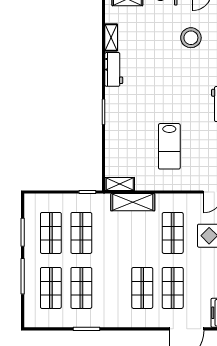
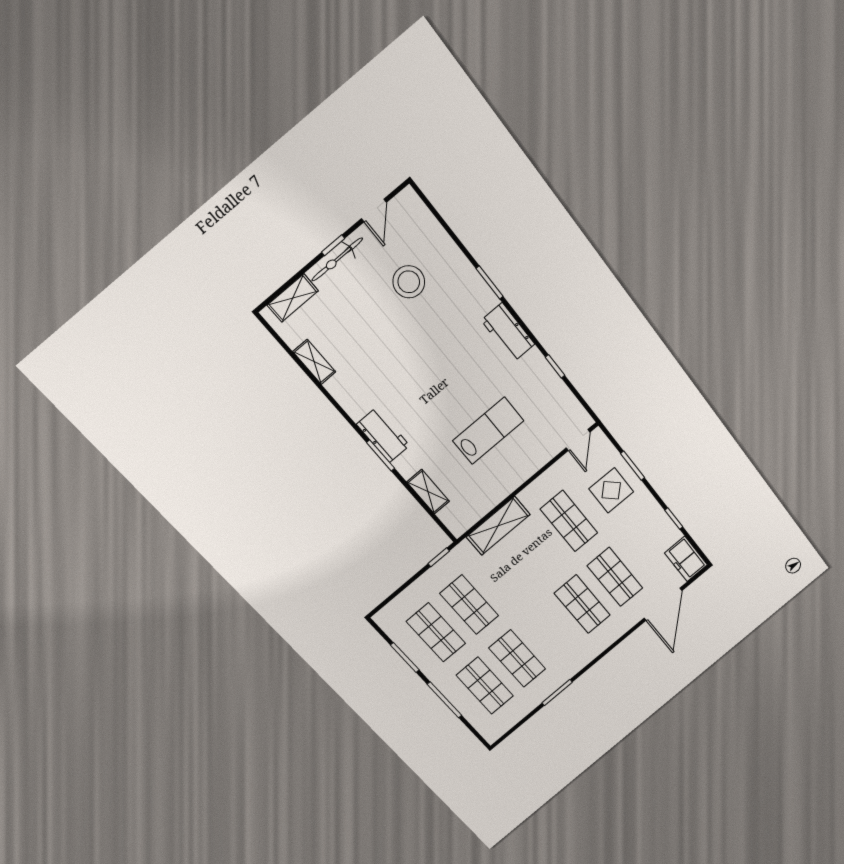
workbench: (114, 69) -> (383, 435), moved
lab bench: (169, 146) -> (488, 431), turned -90
shelving: (120, 184) -> (428, 492), moved, turned 90

